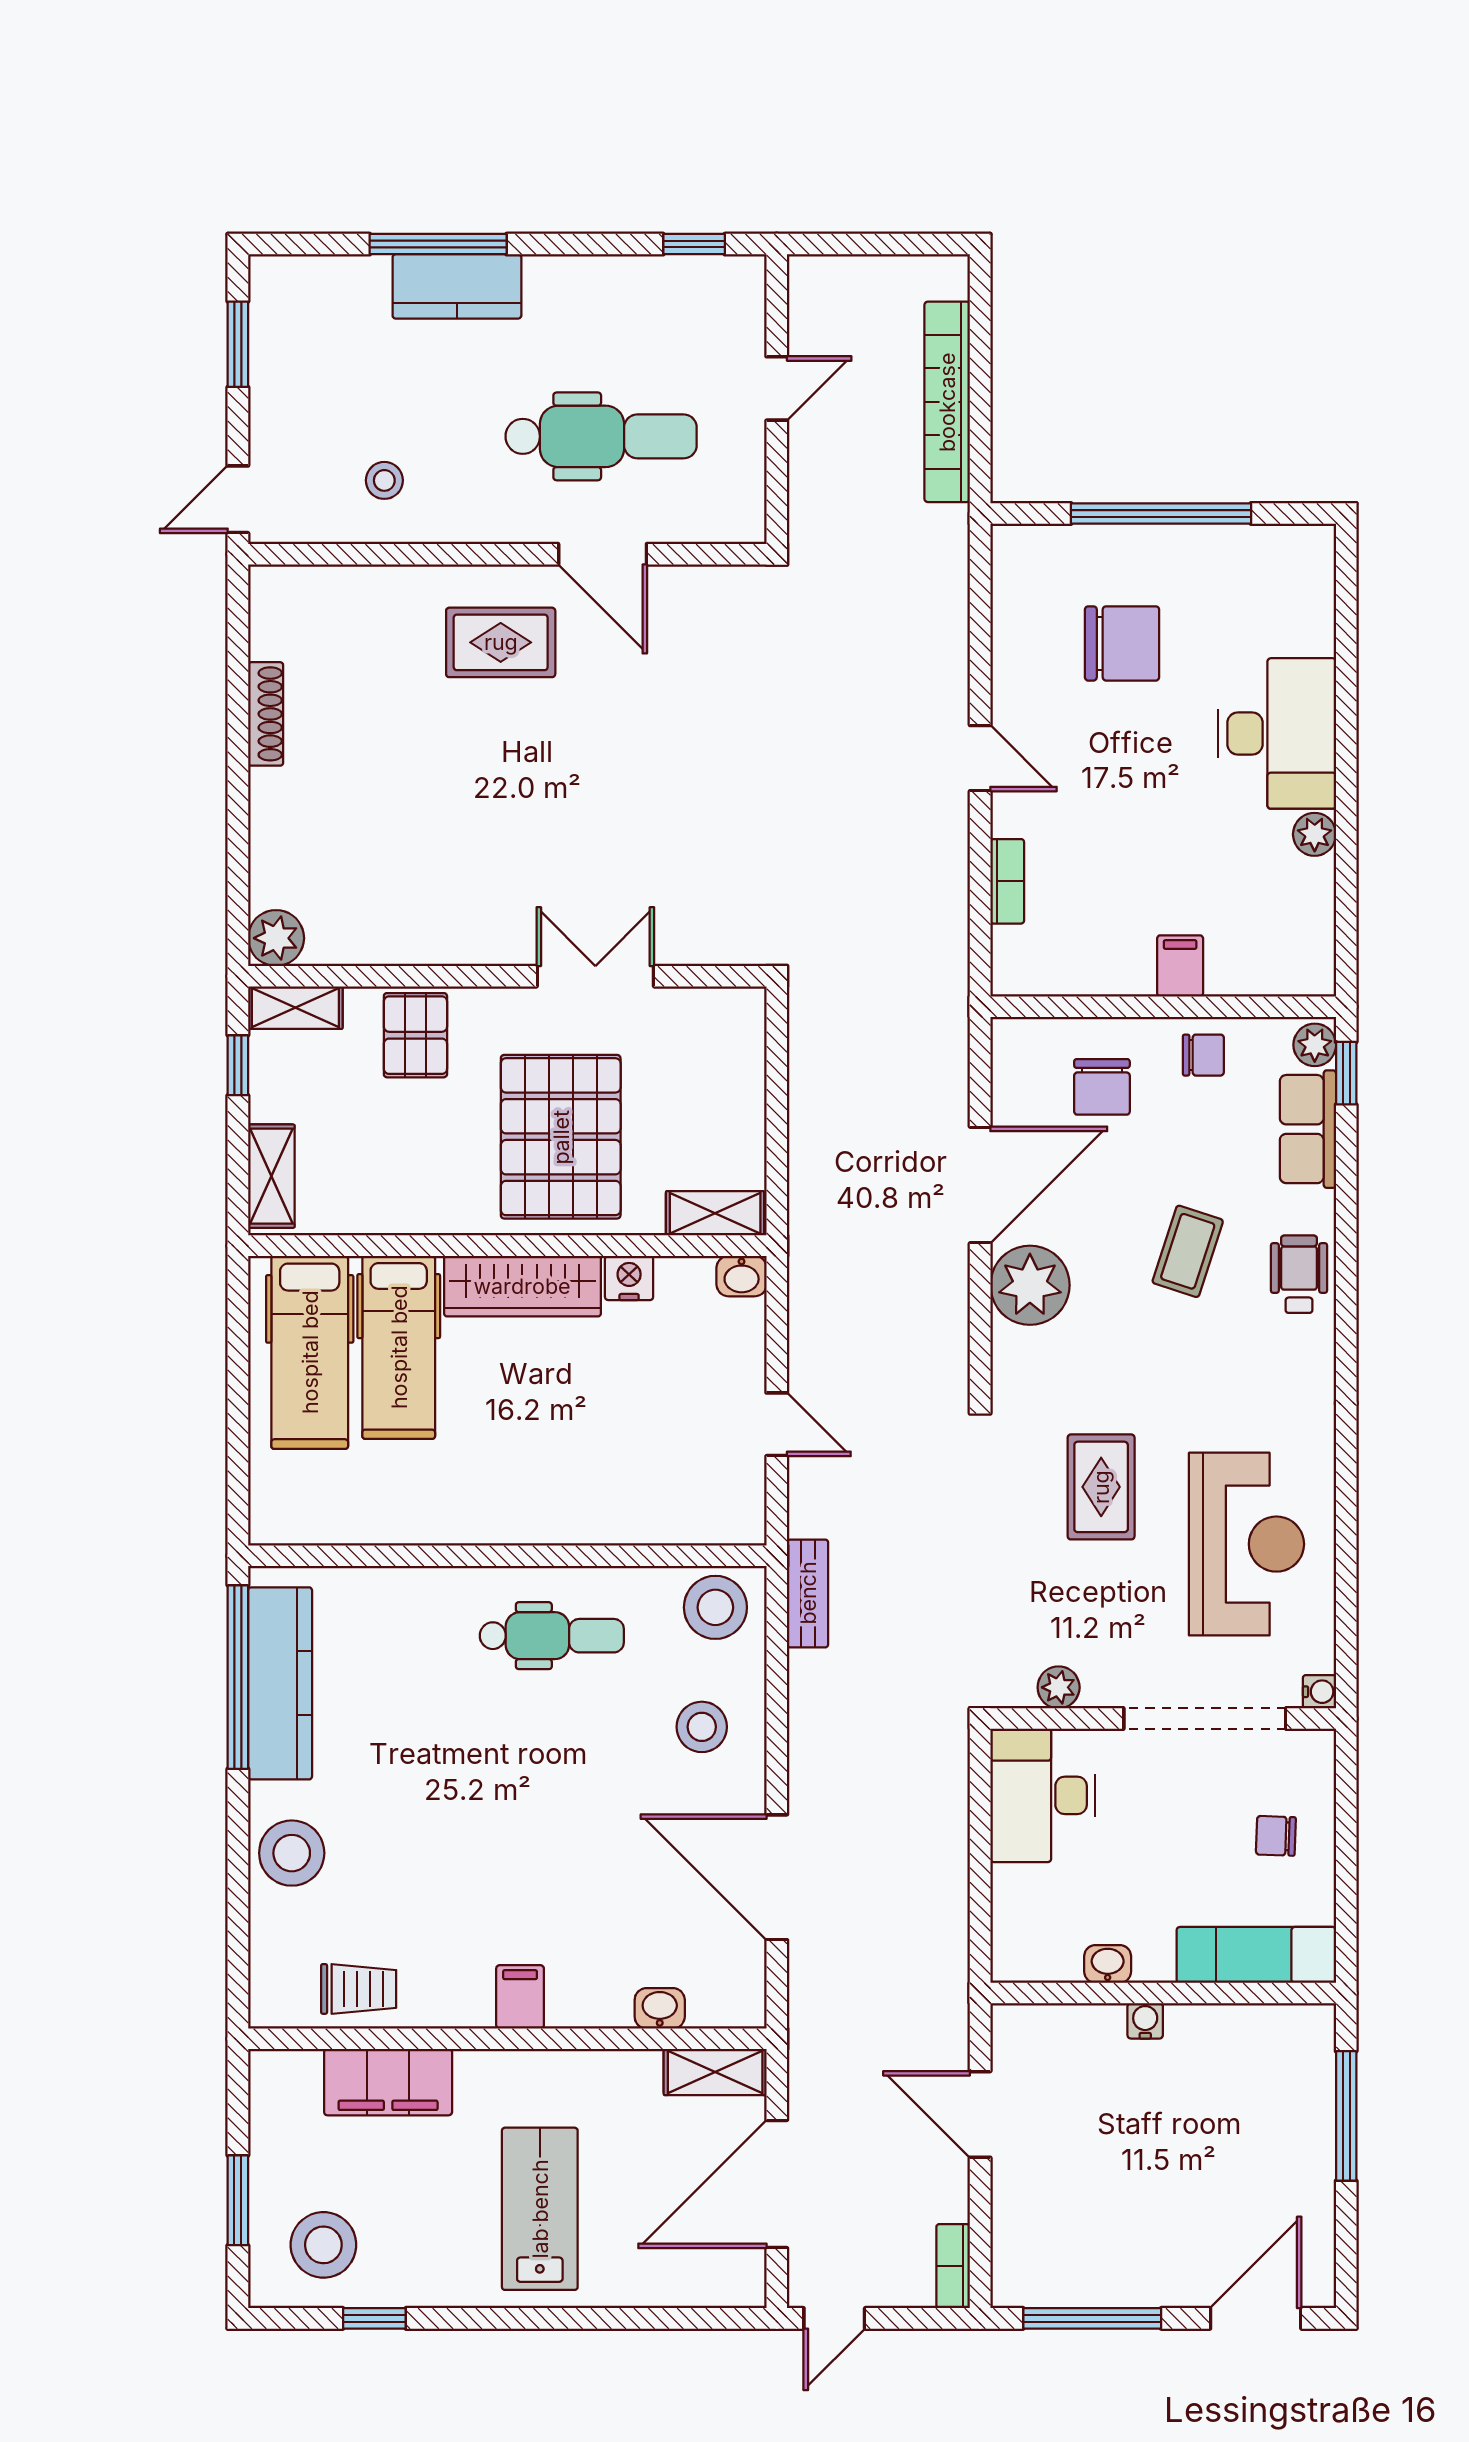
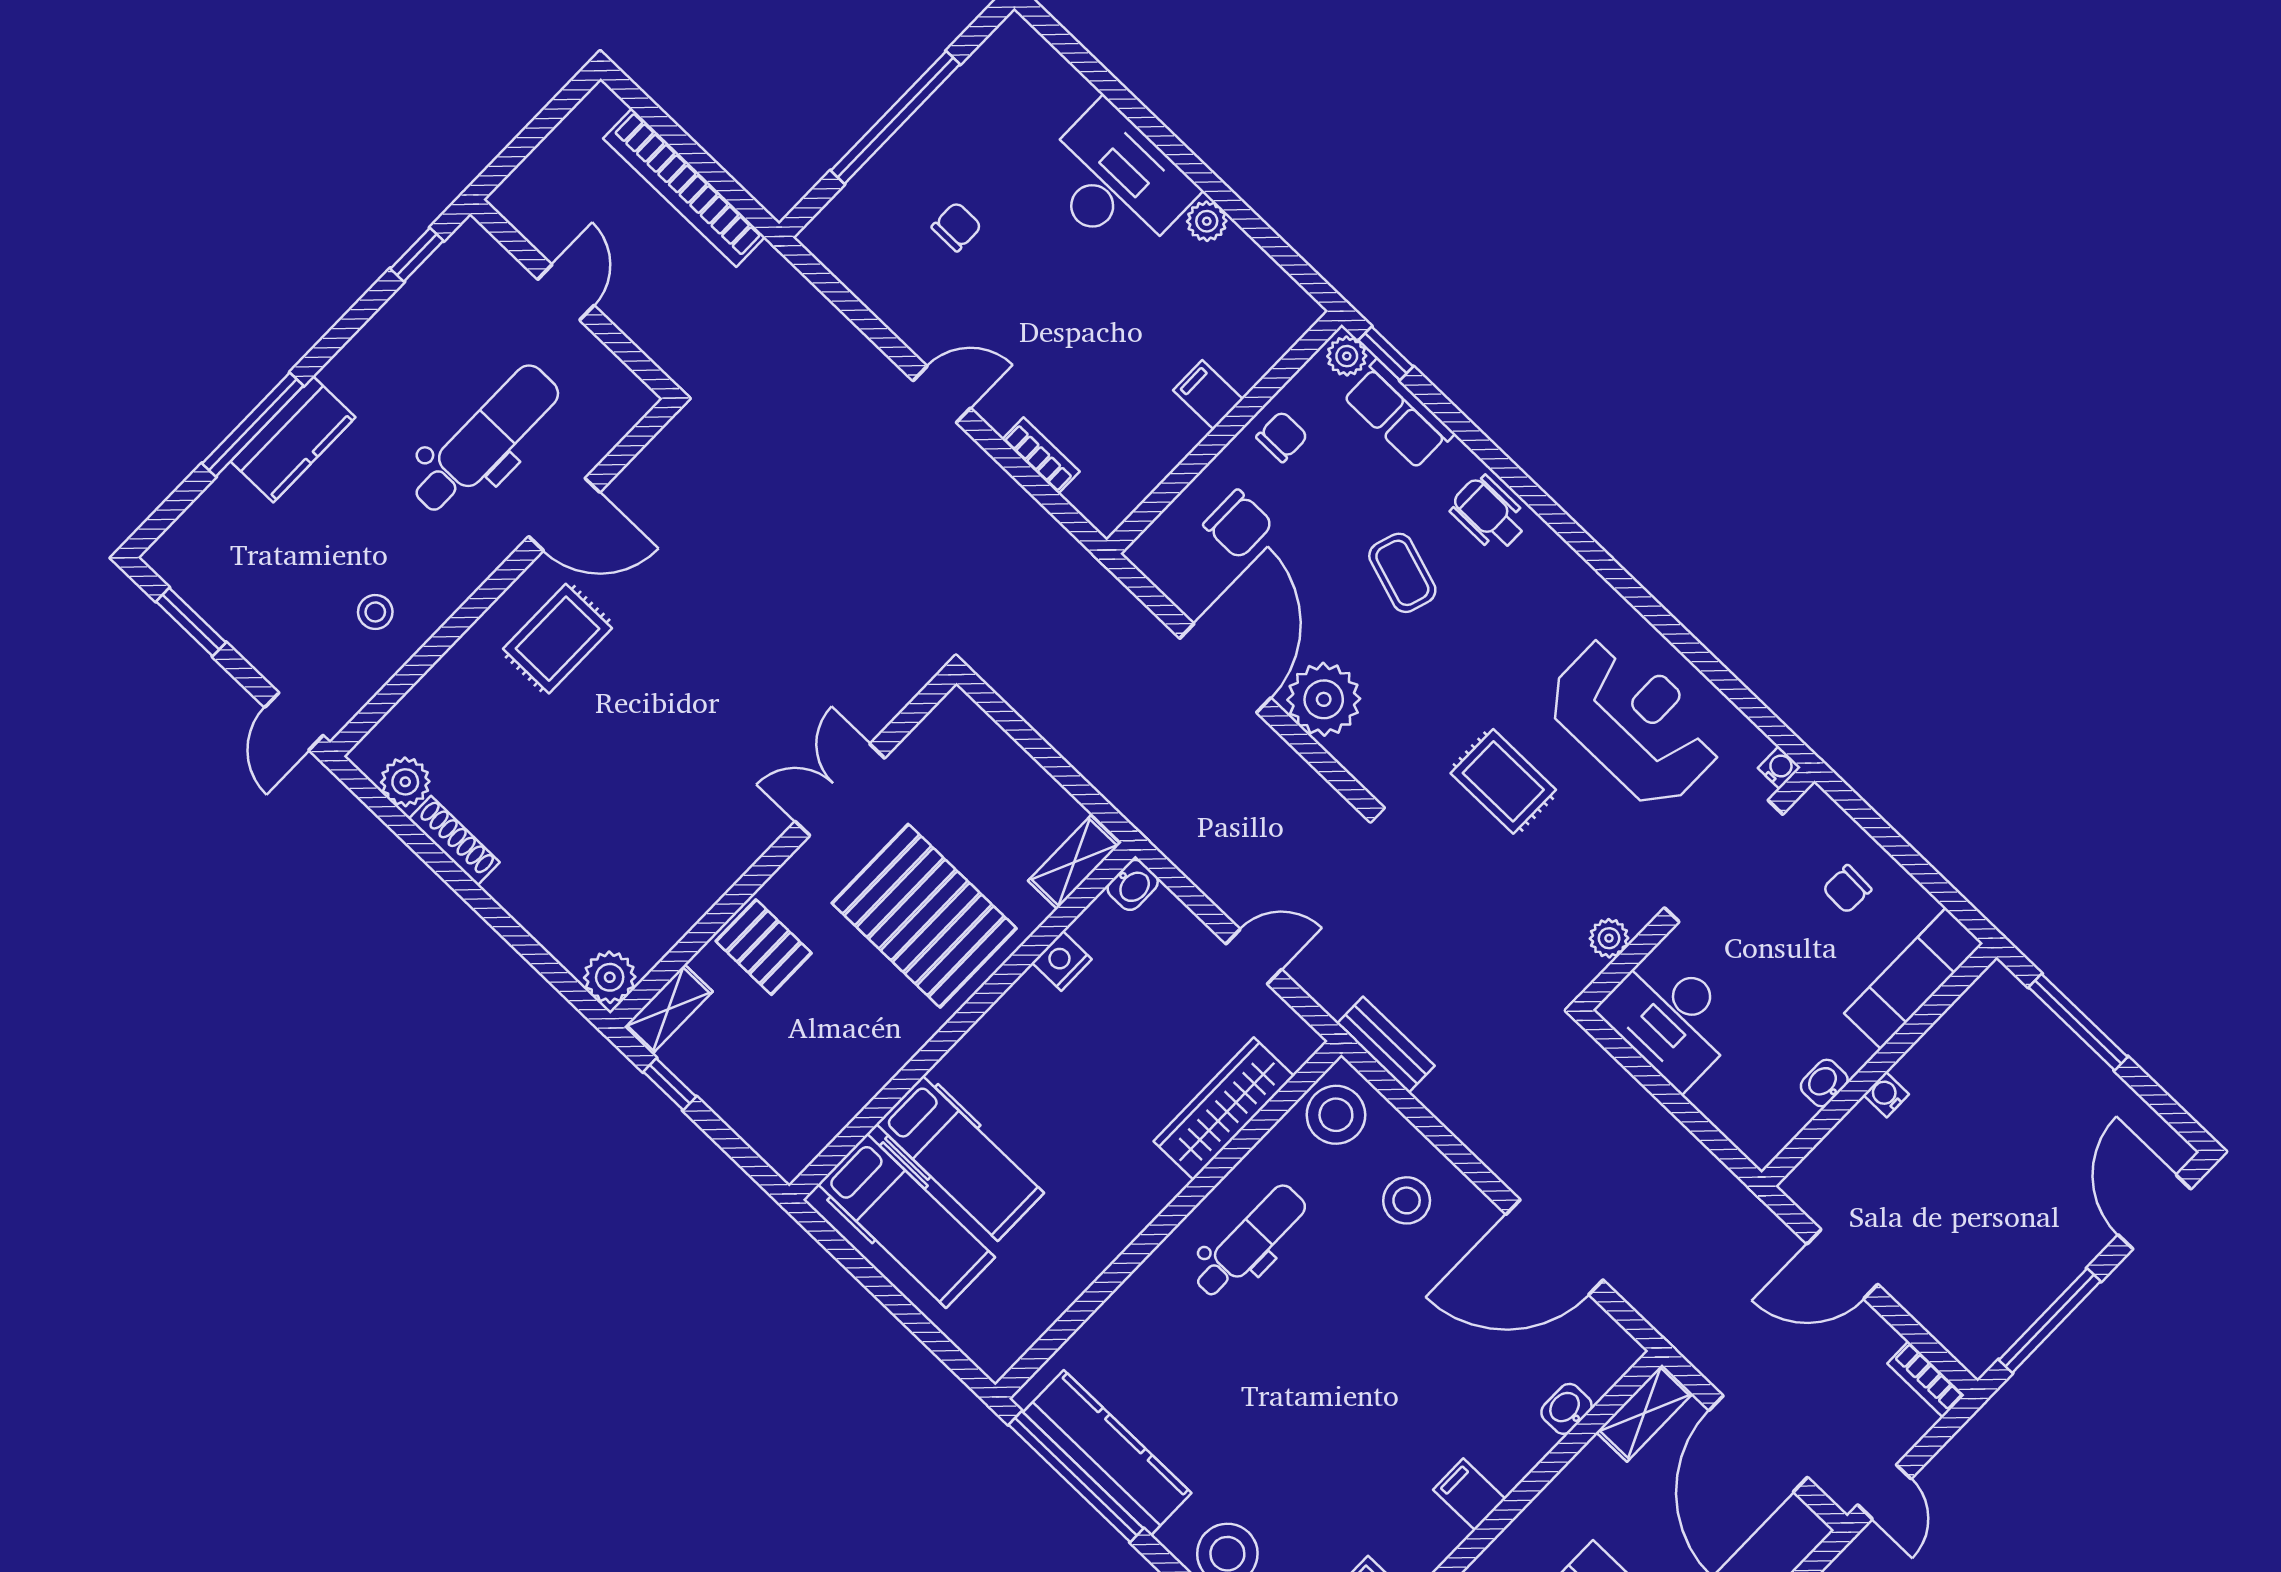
plant: (274, 632) -> (405, 782), added
chair: (1122, 643) -> (957, 227), width x0.54, depth x0.54
shelving: (271, 1176) -> (765, 1133), removed
wardrobe: (522, 1286) -> (1224, 1109), moved, turned 180

